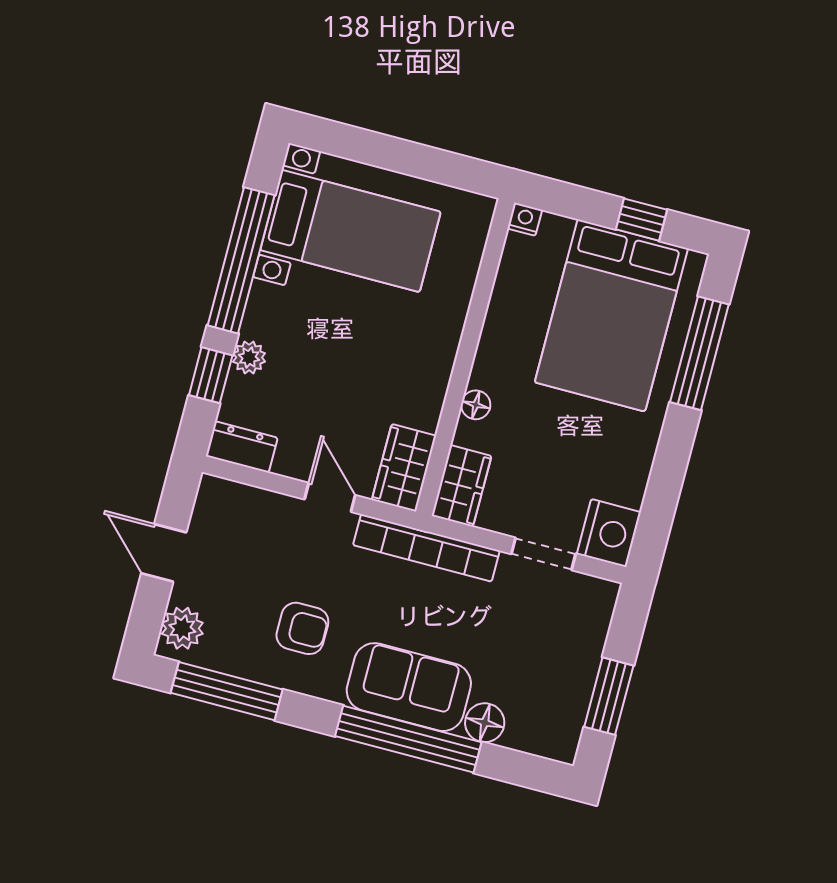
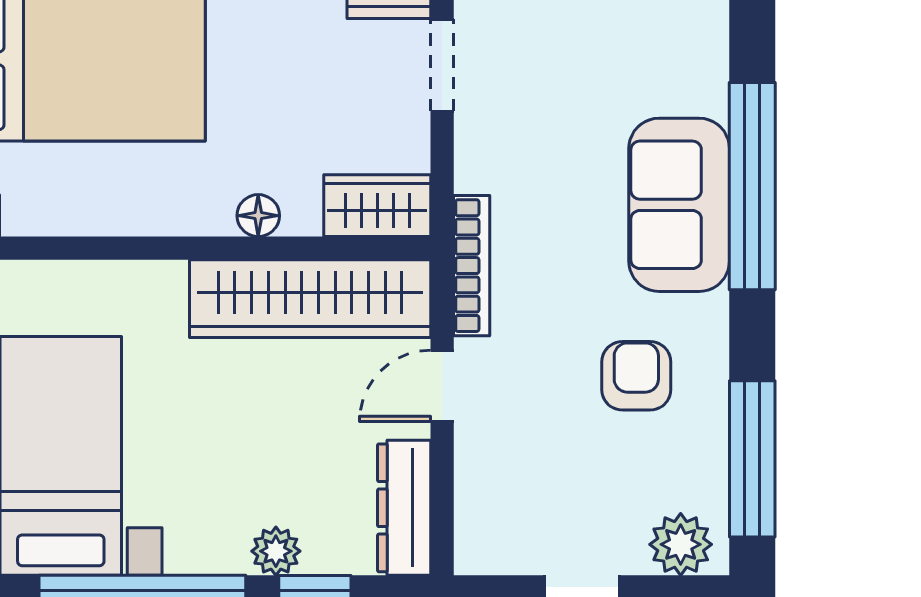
dresser: (242, 447) -> (404, 508), width x1.44
wardrobe: (404, 468) -> (310, 299), width x2.10, depth x1.17
bookcase: (426, 548) -> (472, 266), width x0.68, depth x0.76
floor lamp: (485, 723) -> (701, 85), removed

